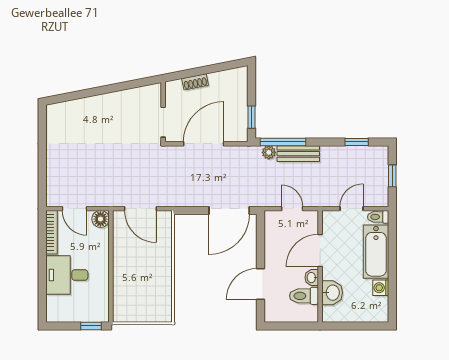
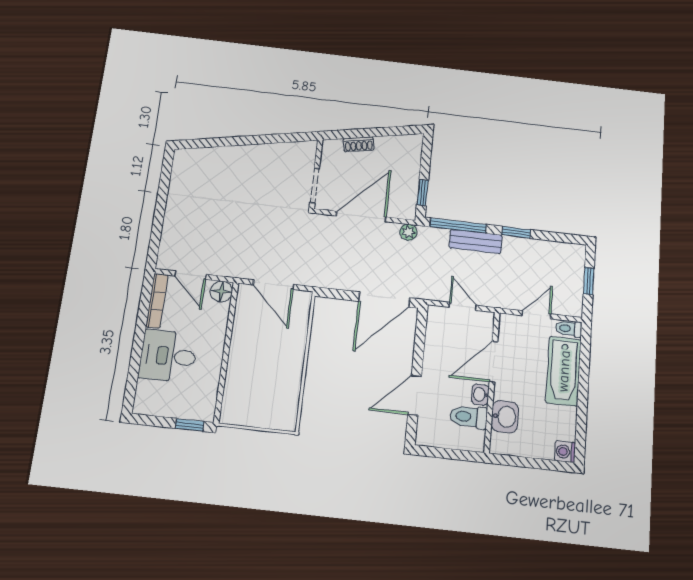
window: (357, 142) -> (516, 232), moved
plant: (269, 152) -> (408, 232), moved
washing machine: (381, 288) -> (565, 452), moved

